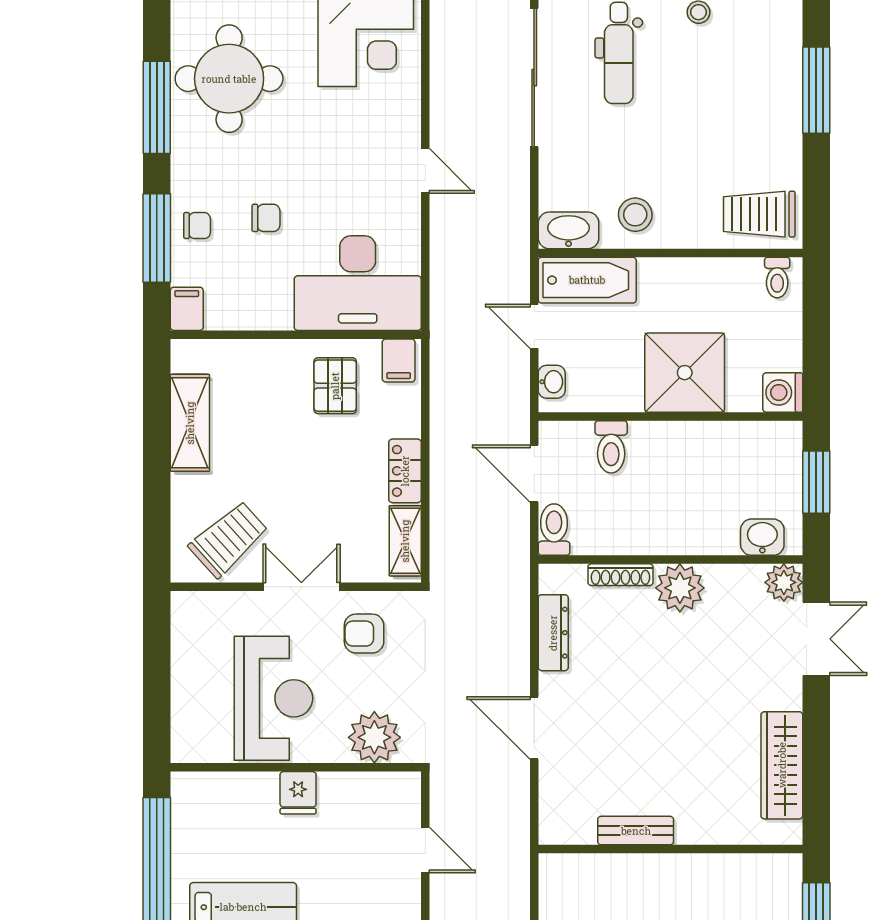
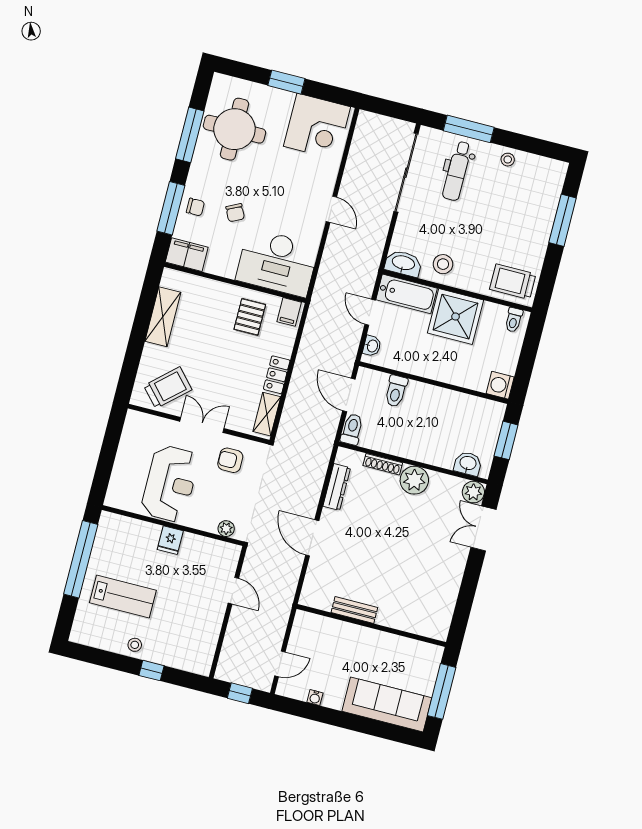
chair: (266, 218) -> (235, 213), turned 64
filing cabinet: (187, 309) -> (187, 255), width x2.00
shower: (685, 373) -> (456, 317), moved
double door: (816, 639) -> (483, 528), swing flipped
plant: (374, 737) -> (226, 529), width x0.53, depth x0.53
wardrobe: (782, 765) -> (446, 595), removed

